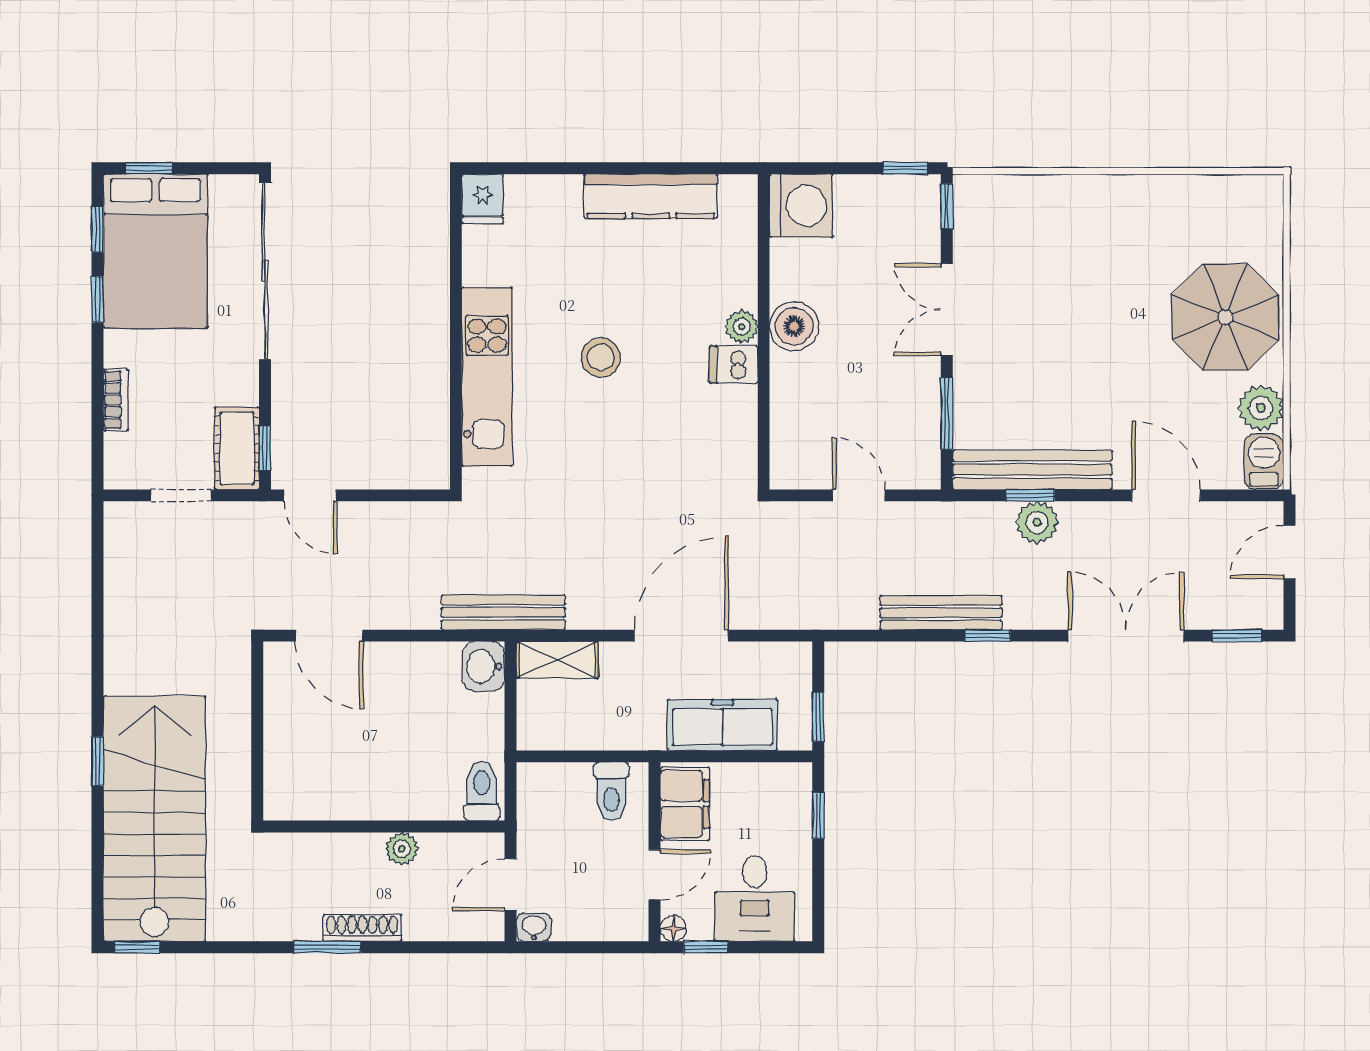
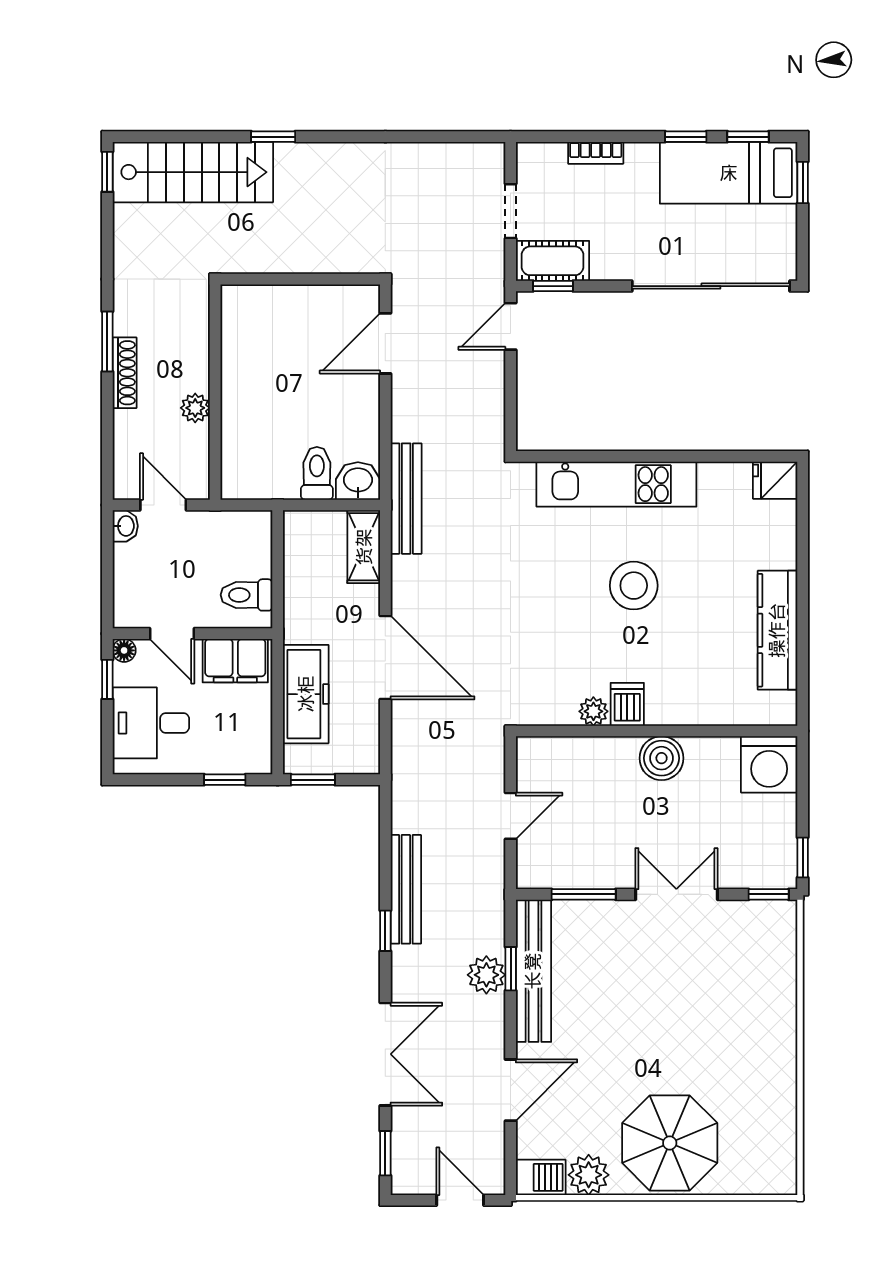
bed: (155, 251) -> (729, 173), width x0.67
plant: (742, 327) -> (593, 711), moved
stool: (601, 357) -> (634, 586), width x1.38, depth x1.38
toilet: (482, 791) -> (317, 473), moved, turned -90
stairs: (154, 819) -> (193, 172), width x0.73, depth x0.66

